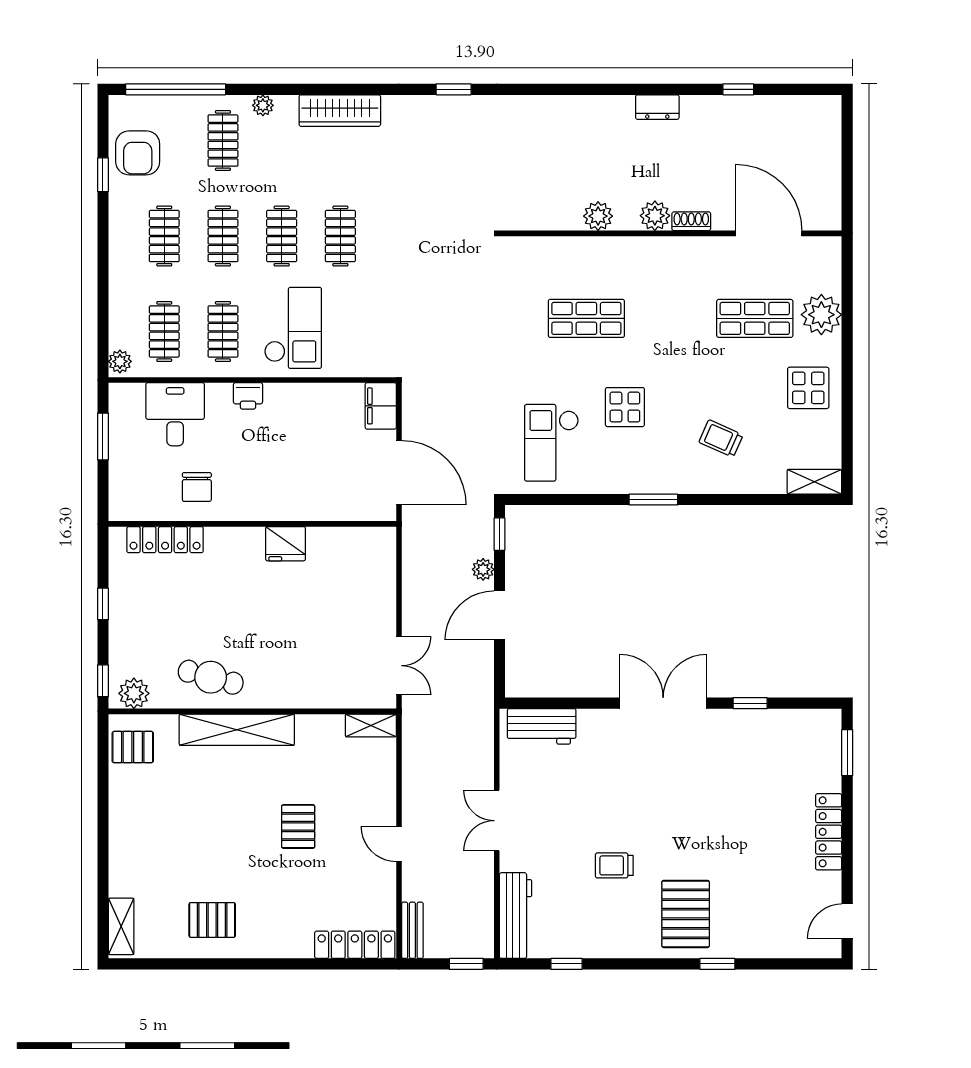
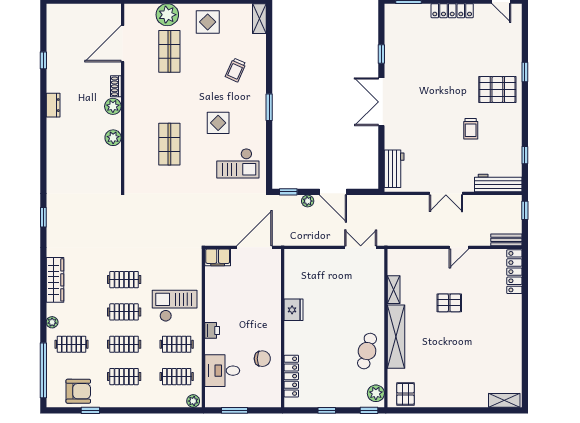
shelving: (371, 726) -> (394, 290), moved
pallet: (212, 920) -> (501, 350), removed

